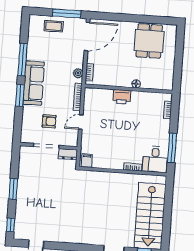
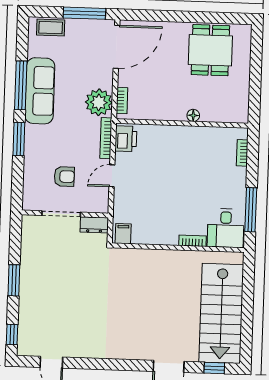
coffee table: (54, 26) -> (51, 28), moved
plant: (78, 73) -> (99, 102), width x1.87, depth x1.87
sofa: (34, 83) -> (40, 91), moved
printer: (122, 97) -> (126, 139), moved, turned -90

